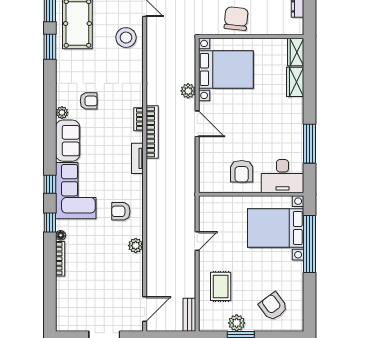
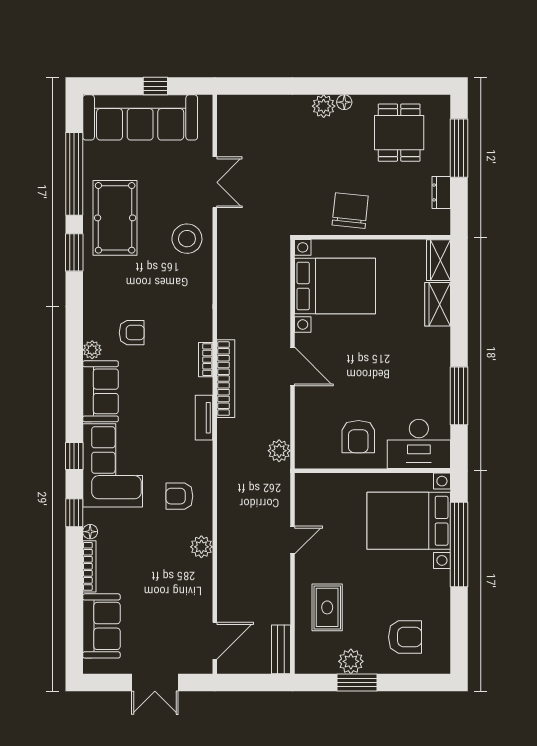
plant: (188, 91) -> (279, 451), moved
sofa: (68, 299) -> (101, 626), added
armchair: (273, 306) -> (405, 637), turned 127

